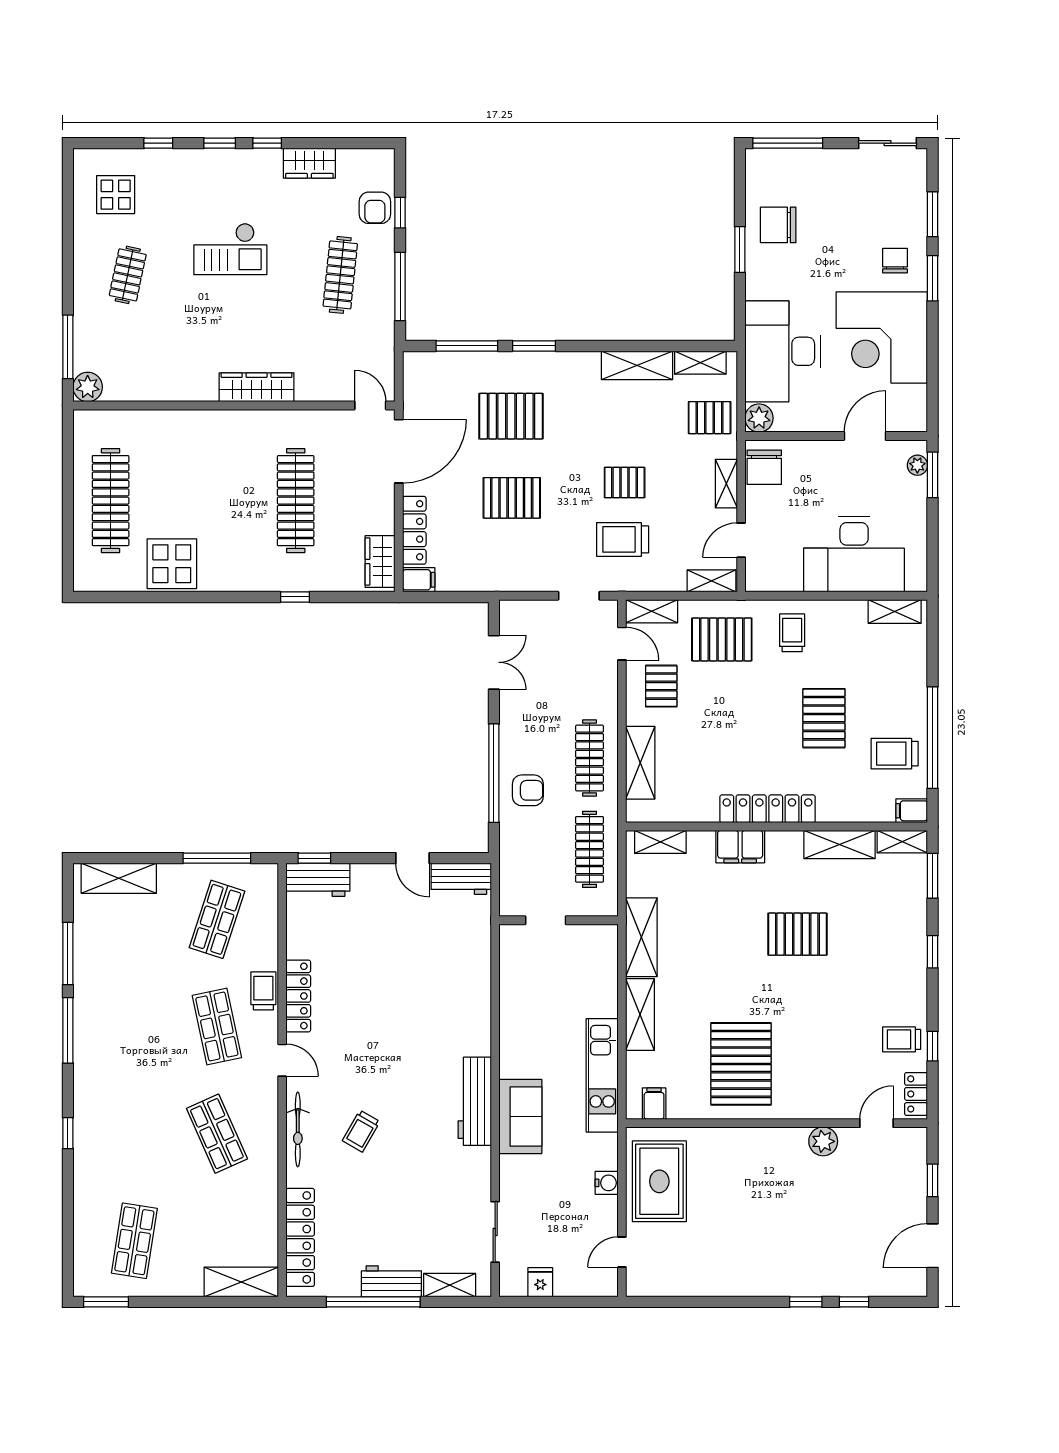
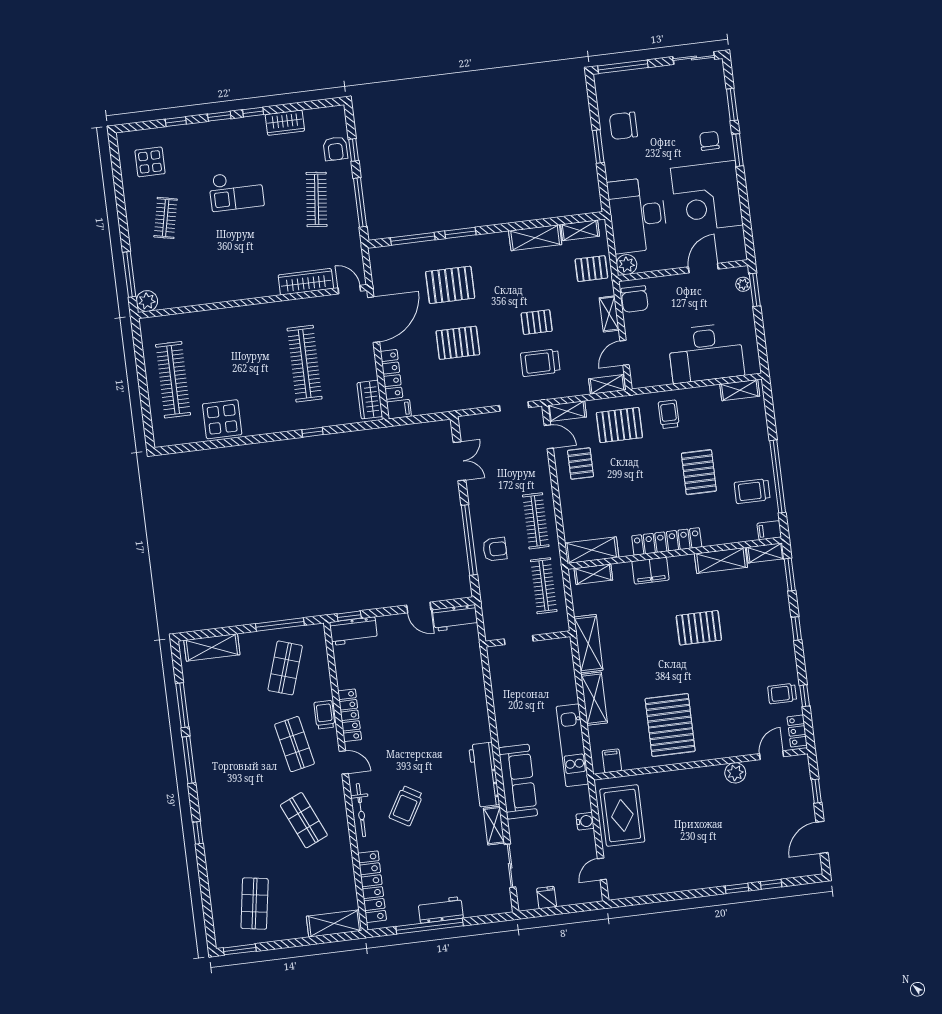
wardrobe: (257, 387) -> (306, 282), moved
shelving: (640, 763) -> (592, 550), moved, turned 90
sofa: (520, 1117) -> (518, 782), width x1.36
trolley: (361, 1131) -> (406, 806), width x1.36, depth x1.39
shelving: (450, 1285) -> (494, 826), moved, turned 90

